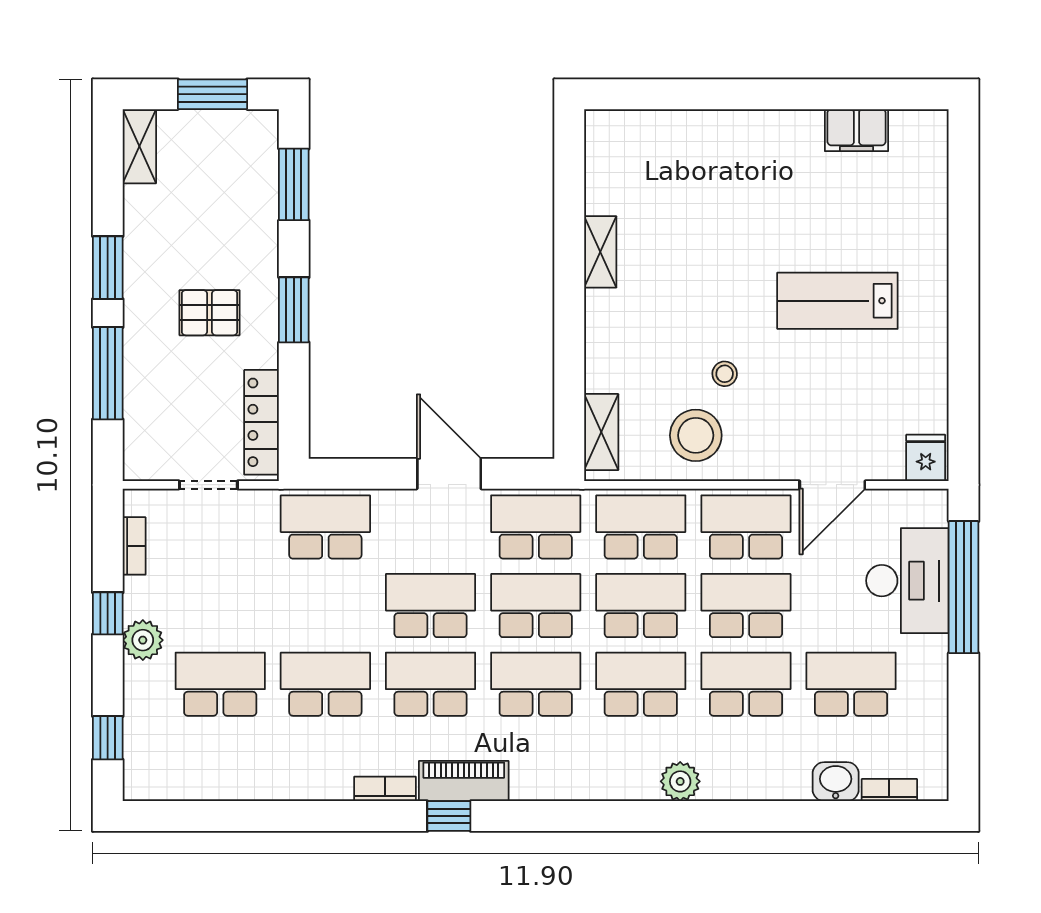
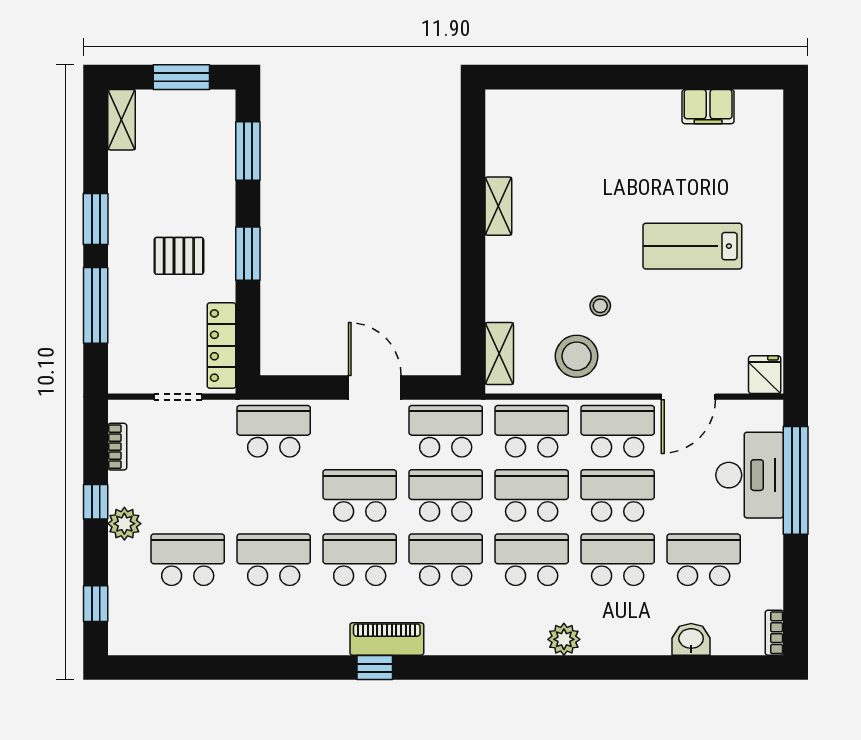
bookcase: (385, 789) -> (322, 645), removed
bookcase: (889, 790) -> (774, 633), moved, turned -90

